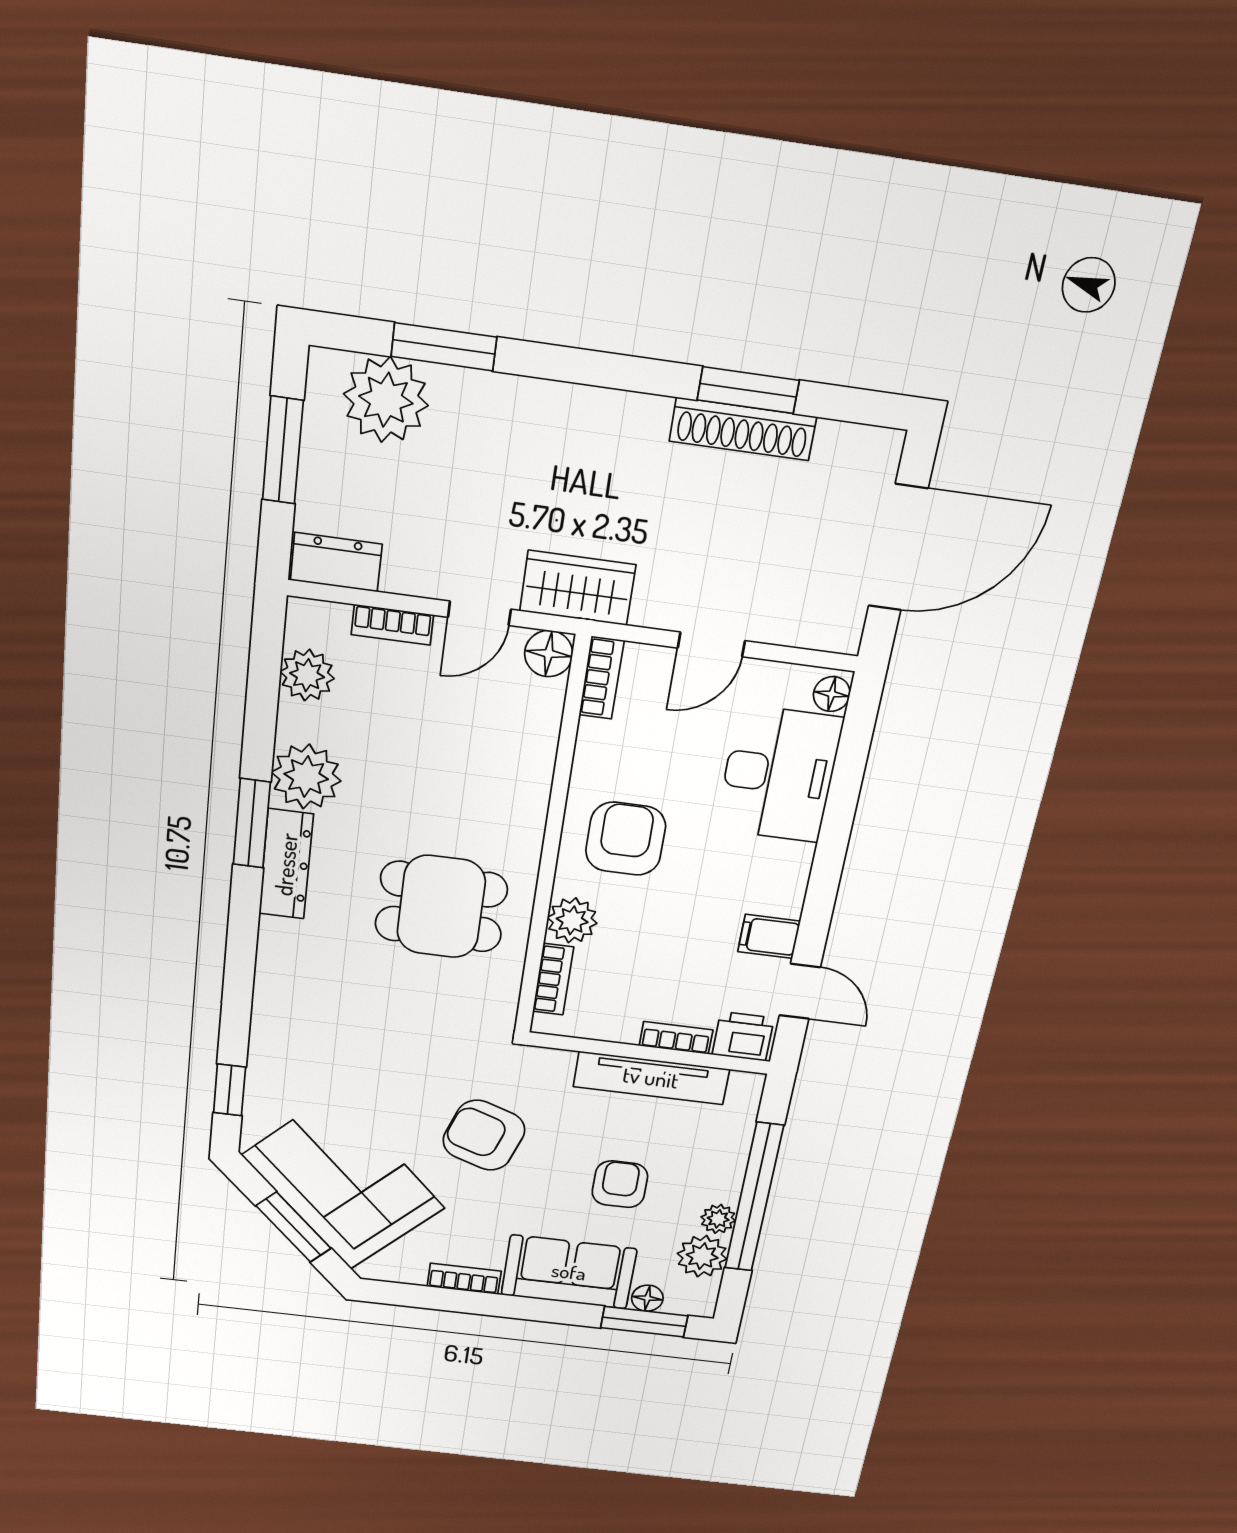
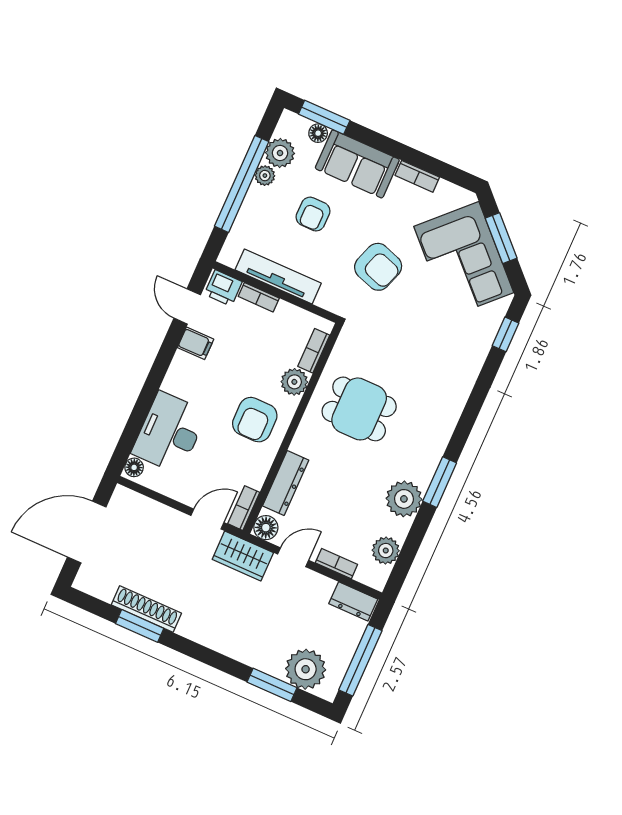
window: (283, 450) -> (360, 660), width x1.44
door: (711, 644) -> (207, 519), moved
dresser: (286, 864) -> (286, 483), moved, turned 180

